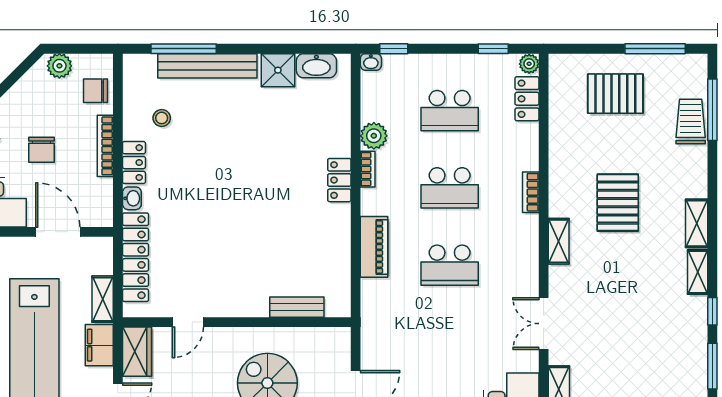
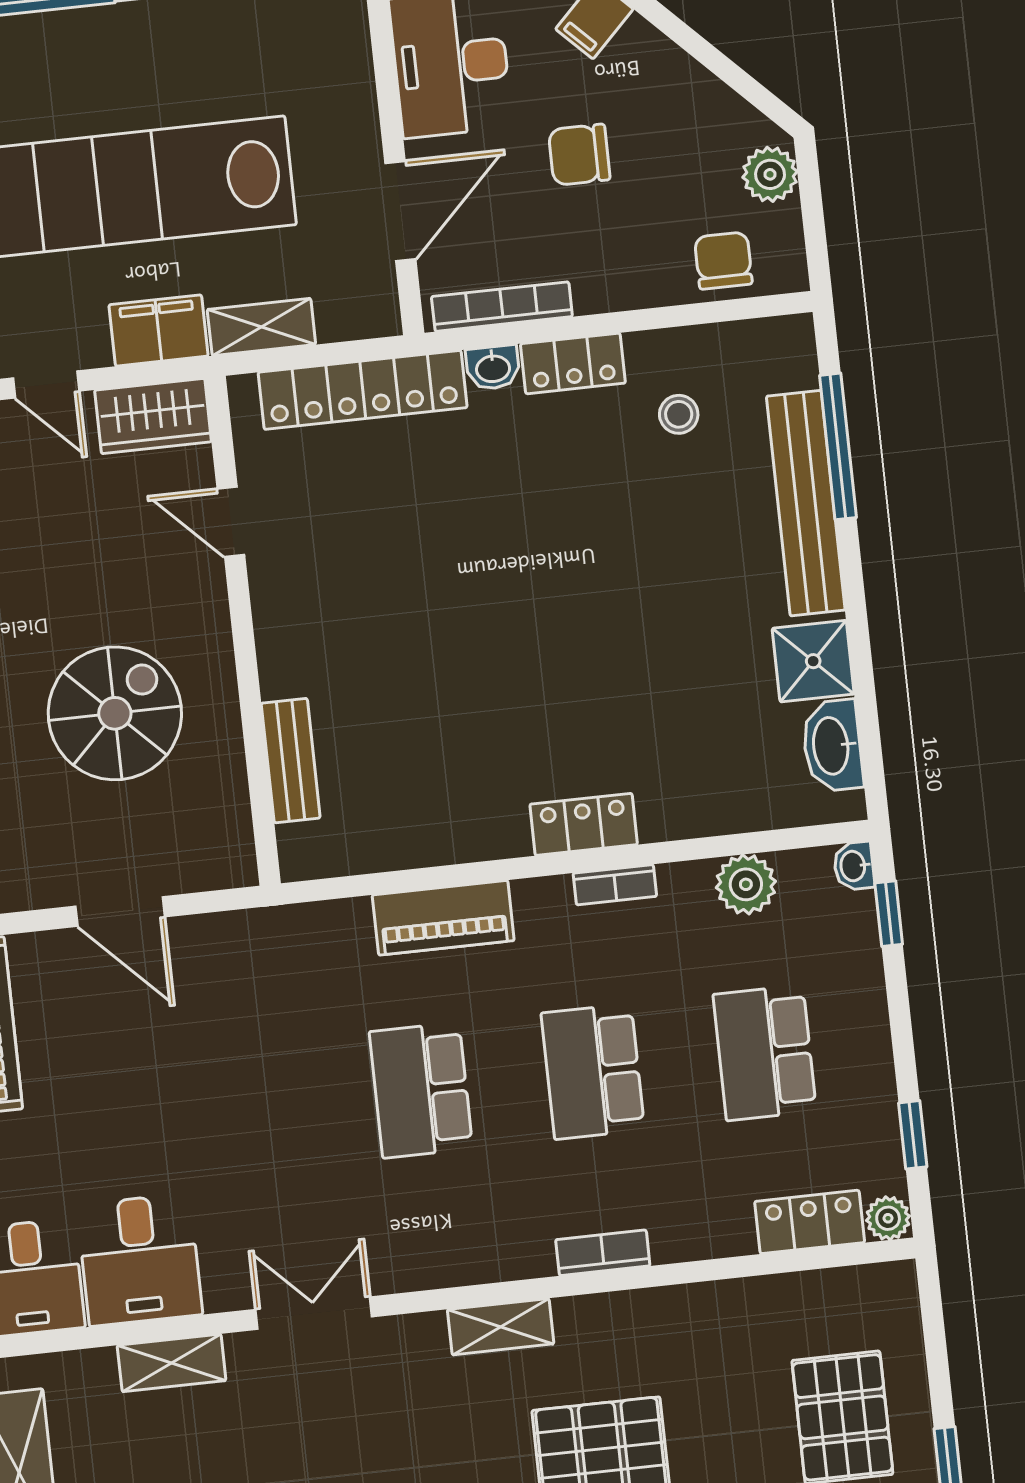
plant: (374, 136) -> (746, 884), moved
bookcase: (105, 146) -> (502, 307), moved

